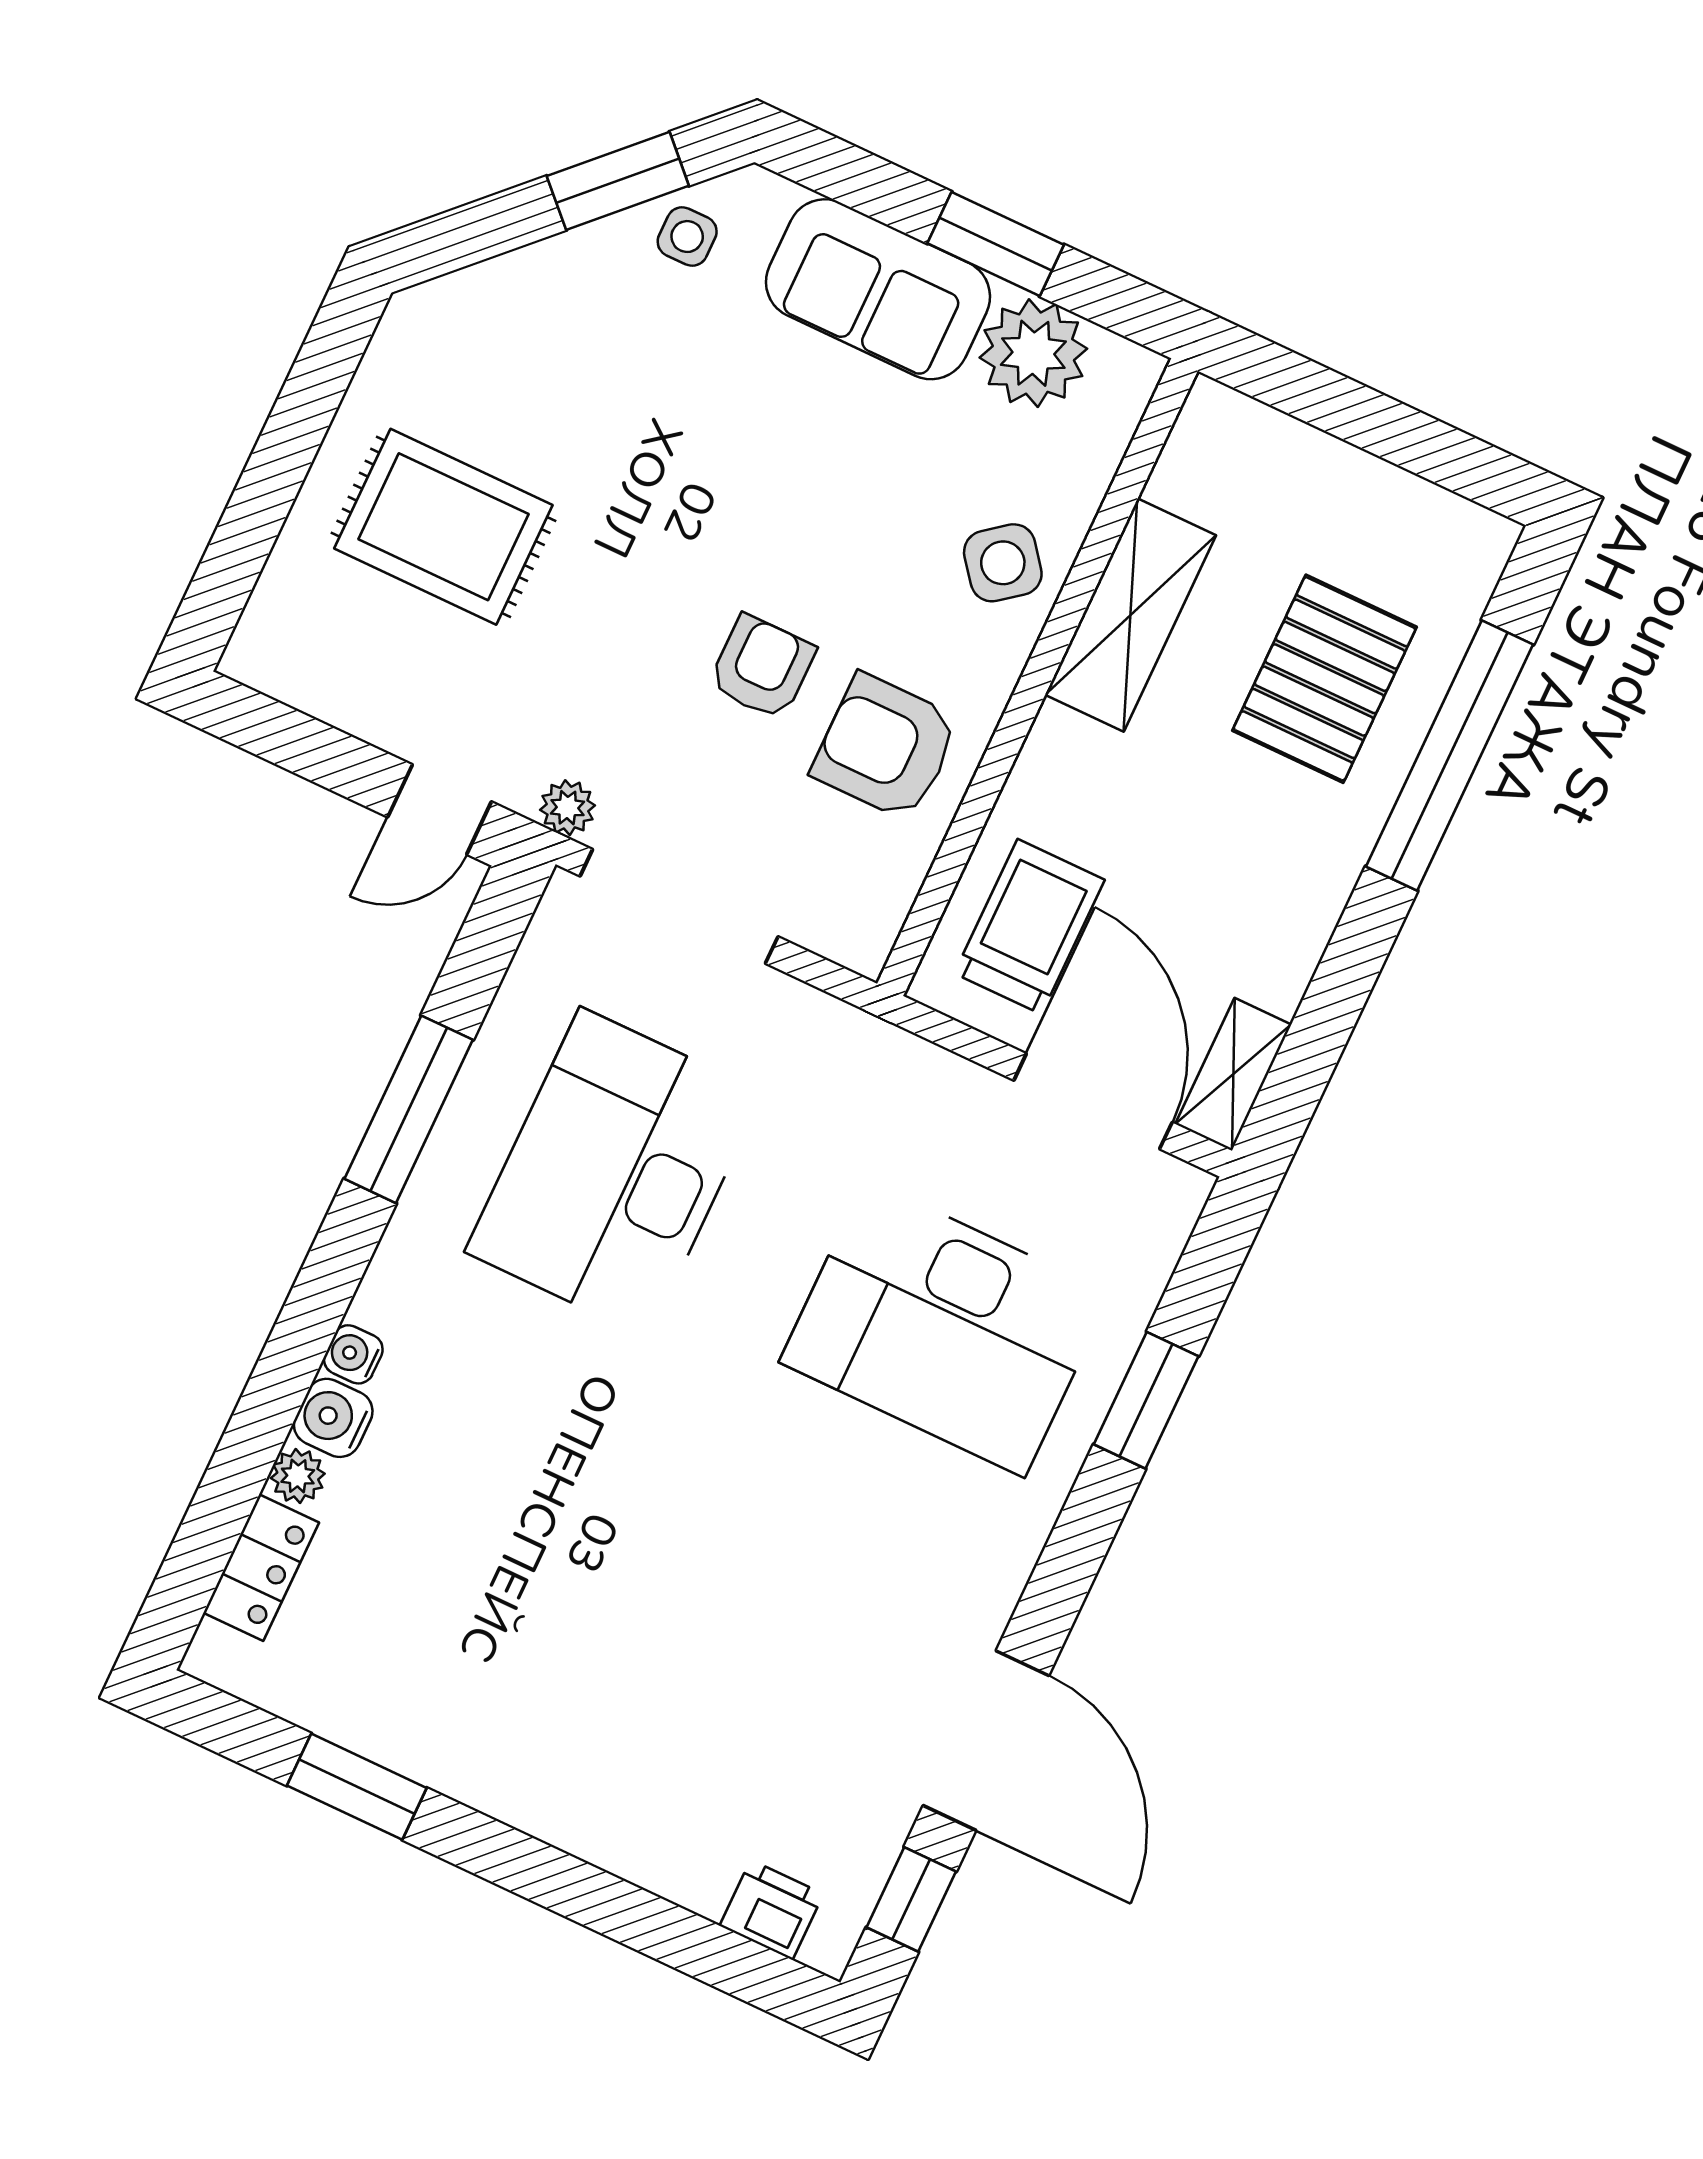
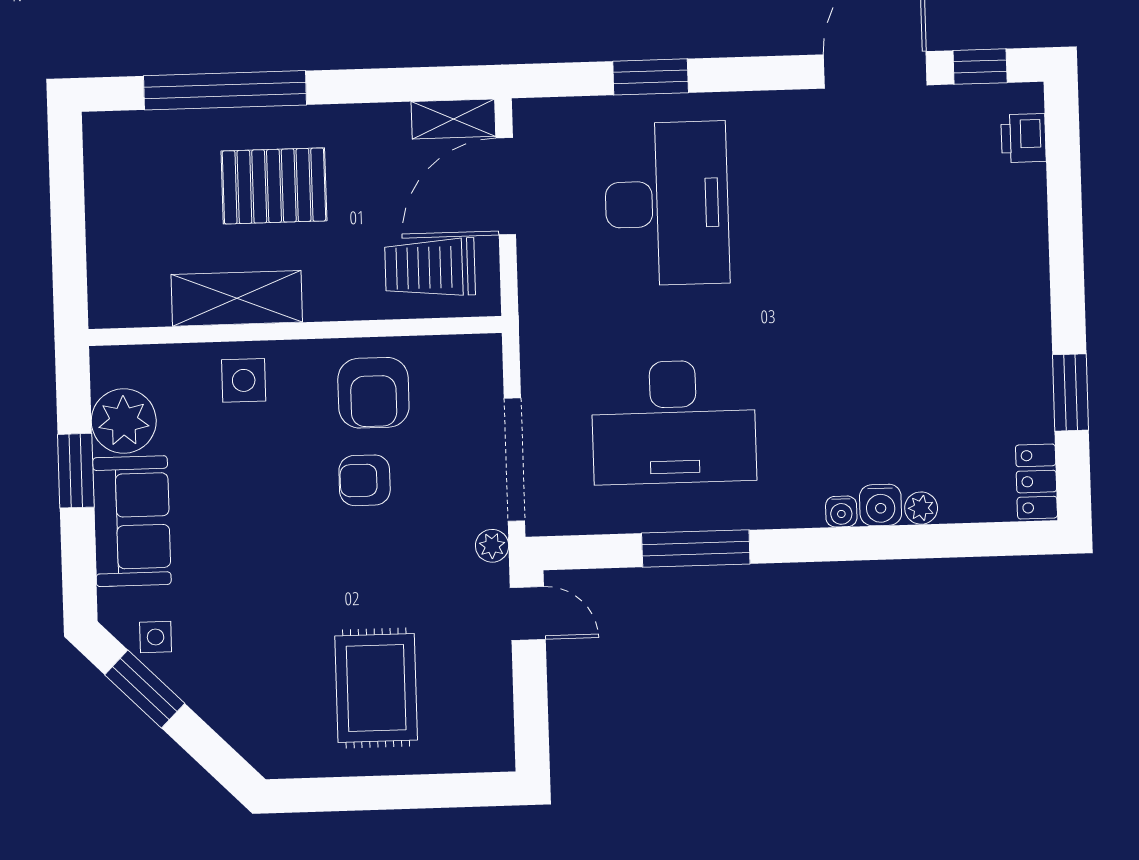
side table: (1003, 563) -> (244, 380), turned 38
pallet: (1324, 679) -> (274, 186), moved
locker: (261, 1568) -> (1036, 482), moved, turned -90

